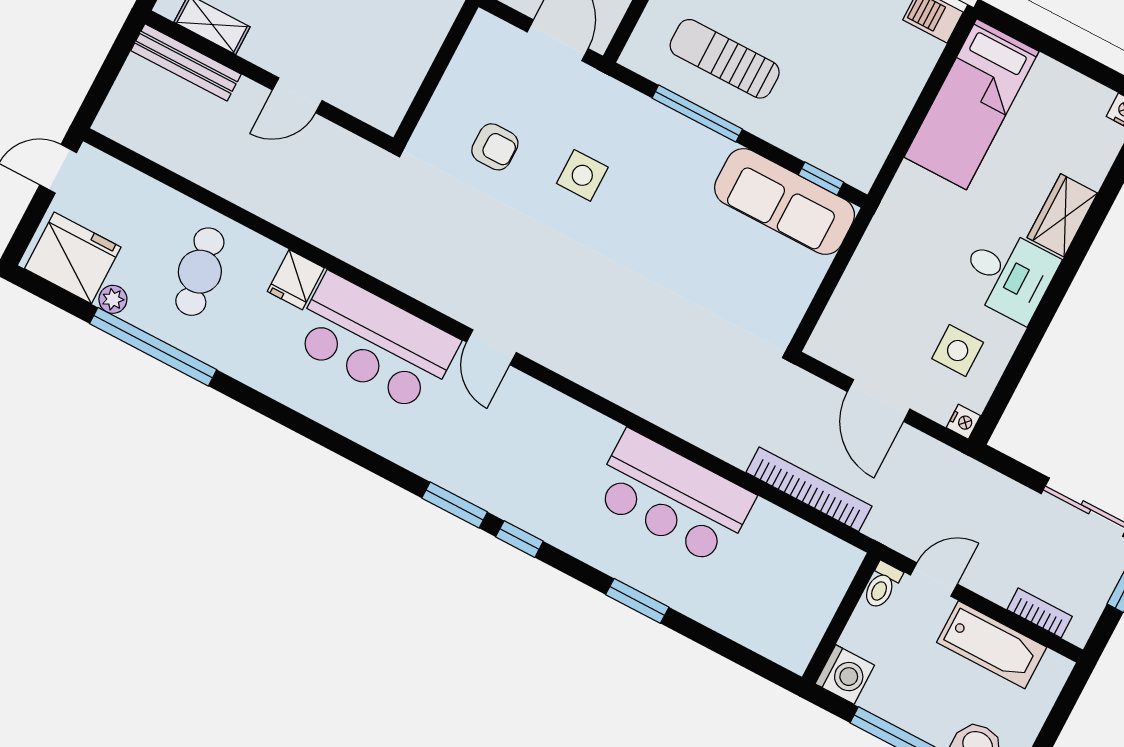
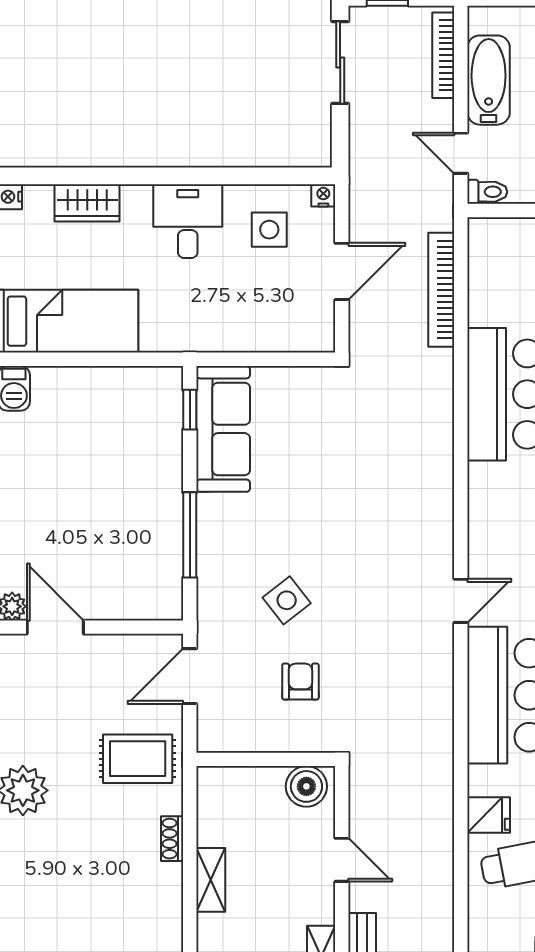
sun lounger: (725, 59) -> (135, 536), removed
boiler: (388, 98) -> (306, 786), added
side table: (582, 175) -> (287, 600), turned -38
wardrobe: (1062, 215) -> (87, 203), moved
fridge: (296, 280) -> (489, 815), moved
bookcase: (1040, 613) -> (443, 55), width x1.56

